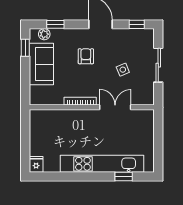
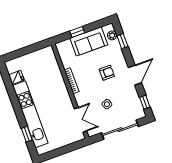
window: (25, 48) -> (77, 32), moved
sliding door: (158, 65) -> (120, 130), width x1.37
double door: (115, 107) -> (81, 120), moved
fridge: (36, 164) -> (16, 77), moved

